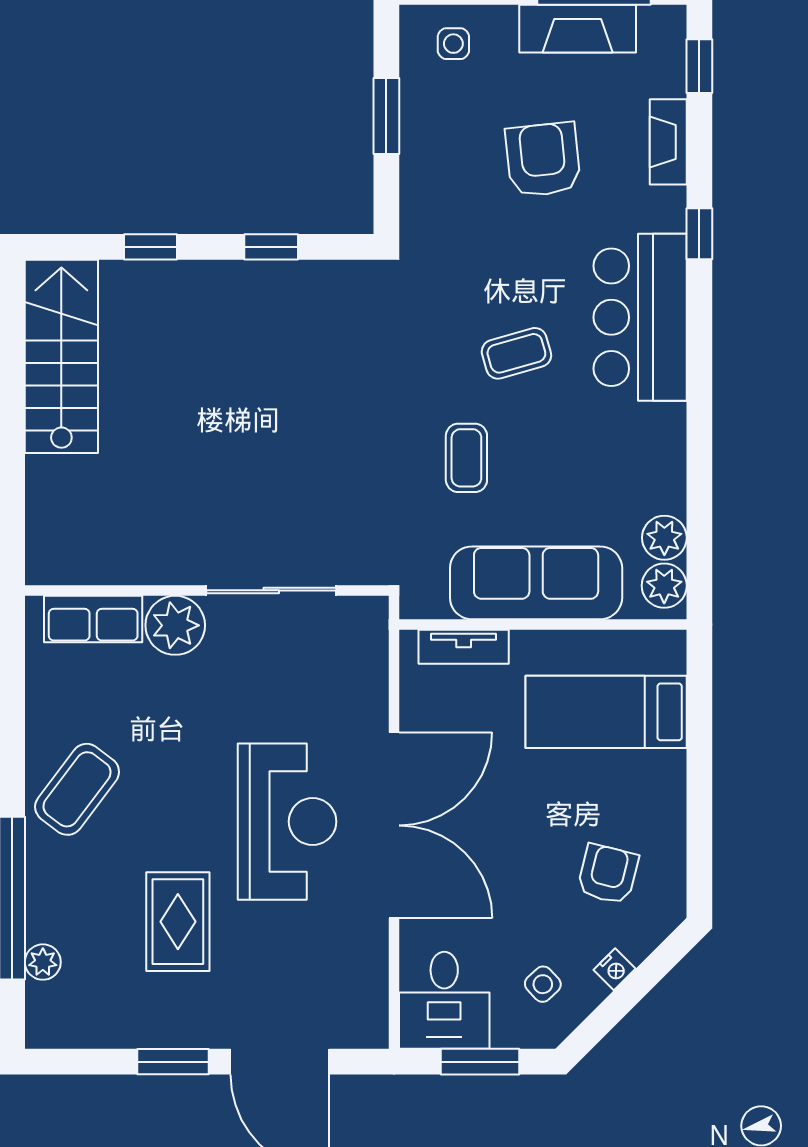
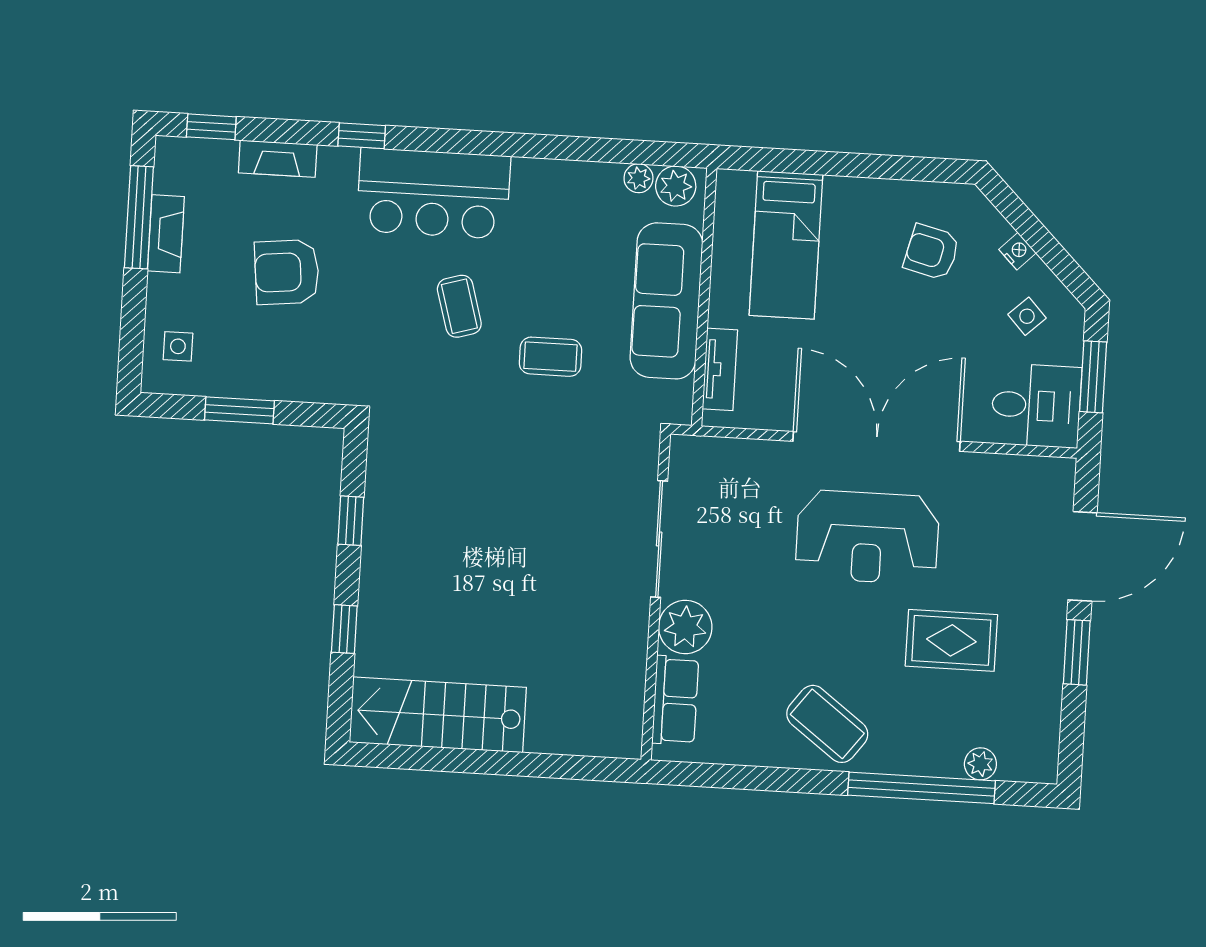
fireplace: (578, 29) -> (166, 234), width x0.73, depth x0.76
plant: (664, 538) -> (638, 178), width x0.73, depth x0.73
reception desk: (287, 822) -> (867, 537), turned 180

